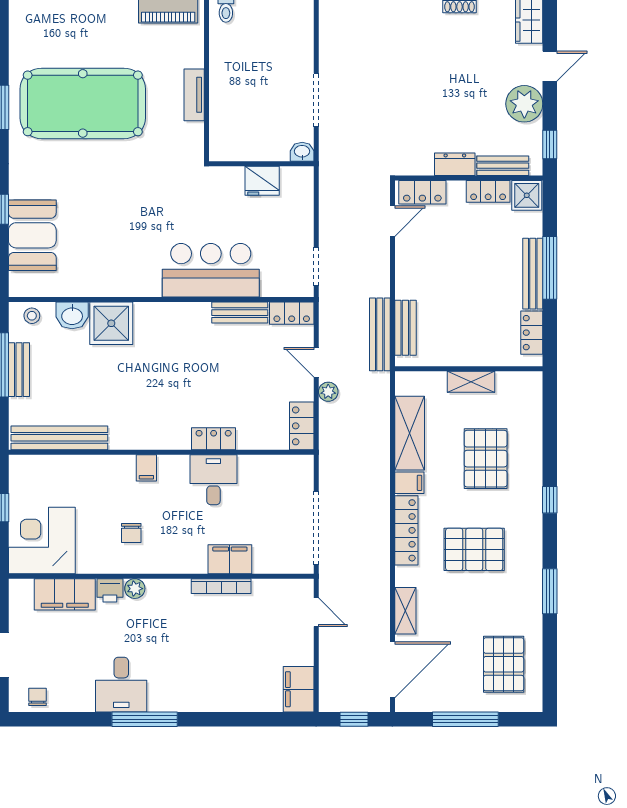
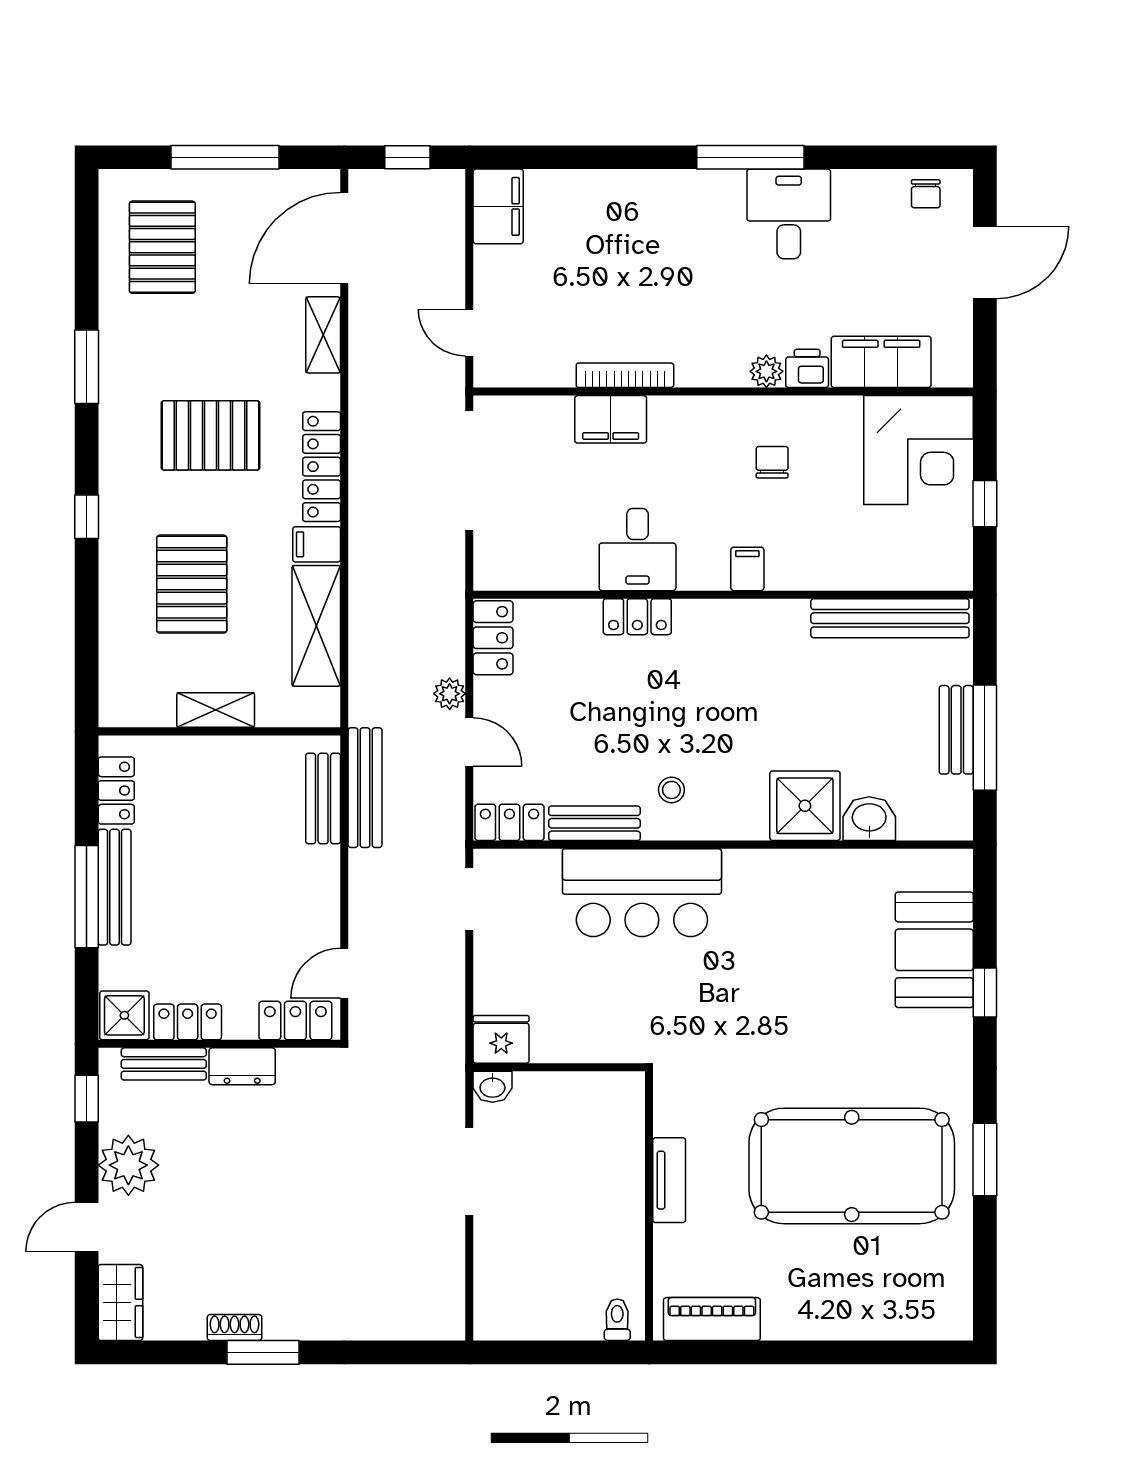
fridge: (262, 181) -> (501, 1039), moved
stool: (32, 316) -> (671, 790), moved

